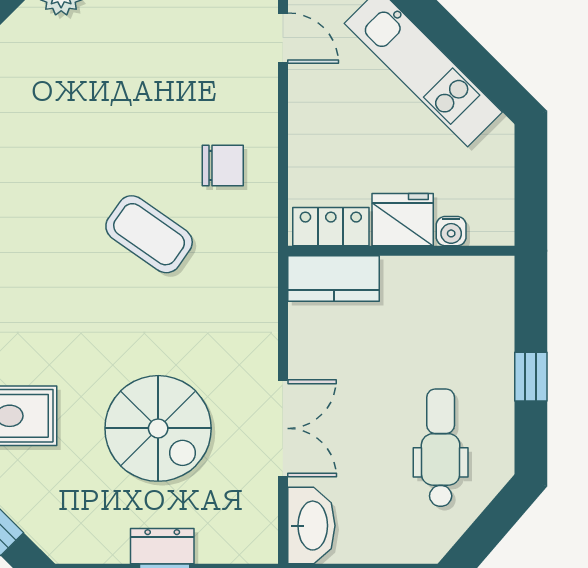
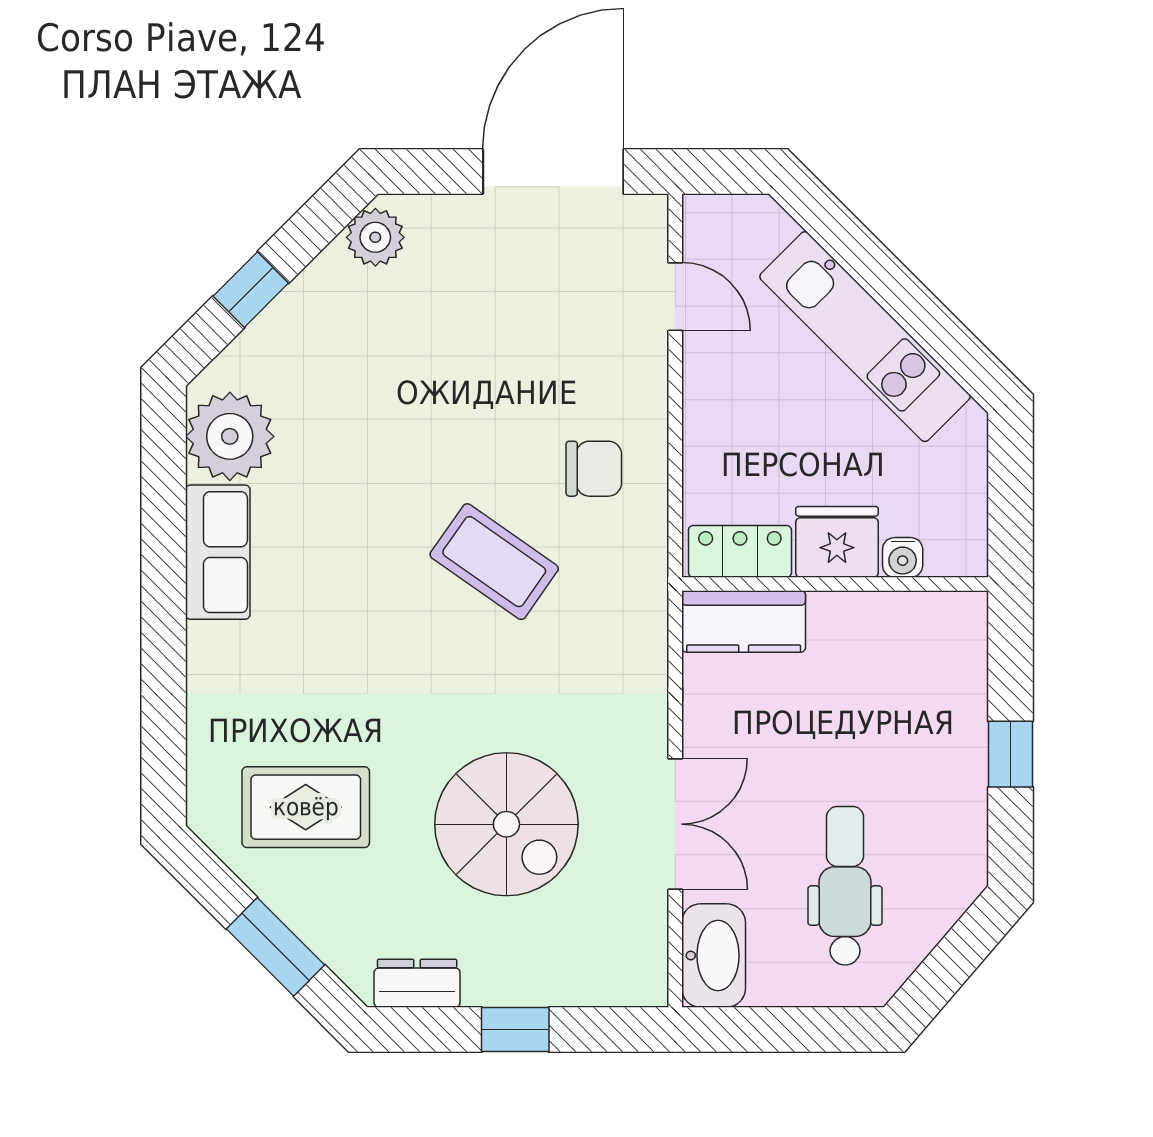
dental chair: (441, 448) -> (845, 886), moved
dresser: (162, 546) -> (417, 983), moved

